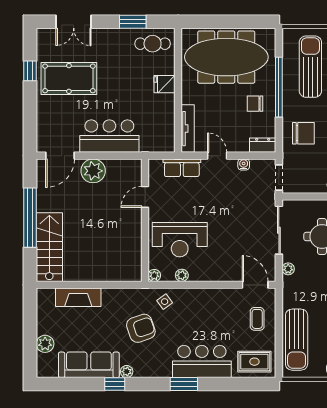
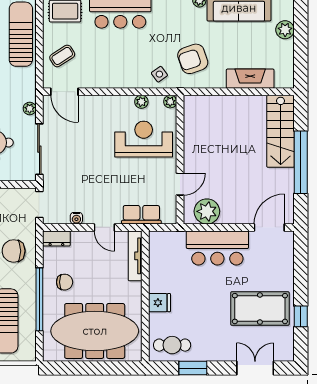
plant: (93, 171) -> (207, 211), moved
coffee table: (257, 319) -> (62, 56), turned 57
armchair: (141, 328) -> (193, 59), moved

